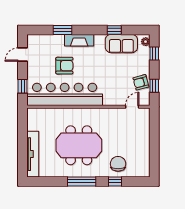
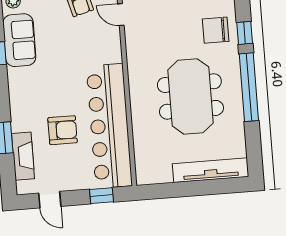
fireplace: (79, 40) -> (23, 156), moved
armchair: (64, 66) -> (63, 130), turned 90
window: (82, 181) -> (249, 87), width x1.46

